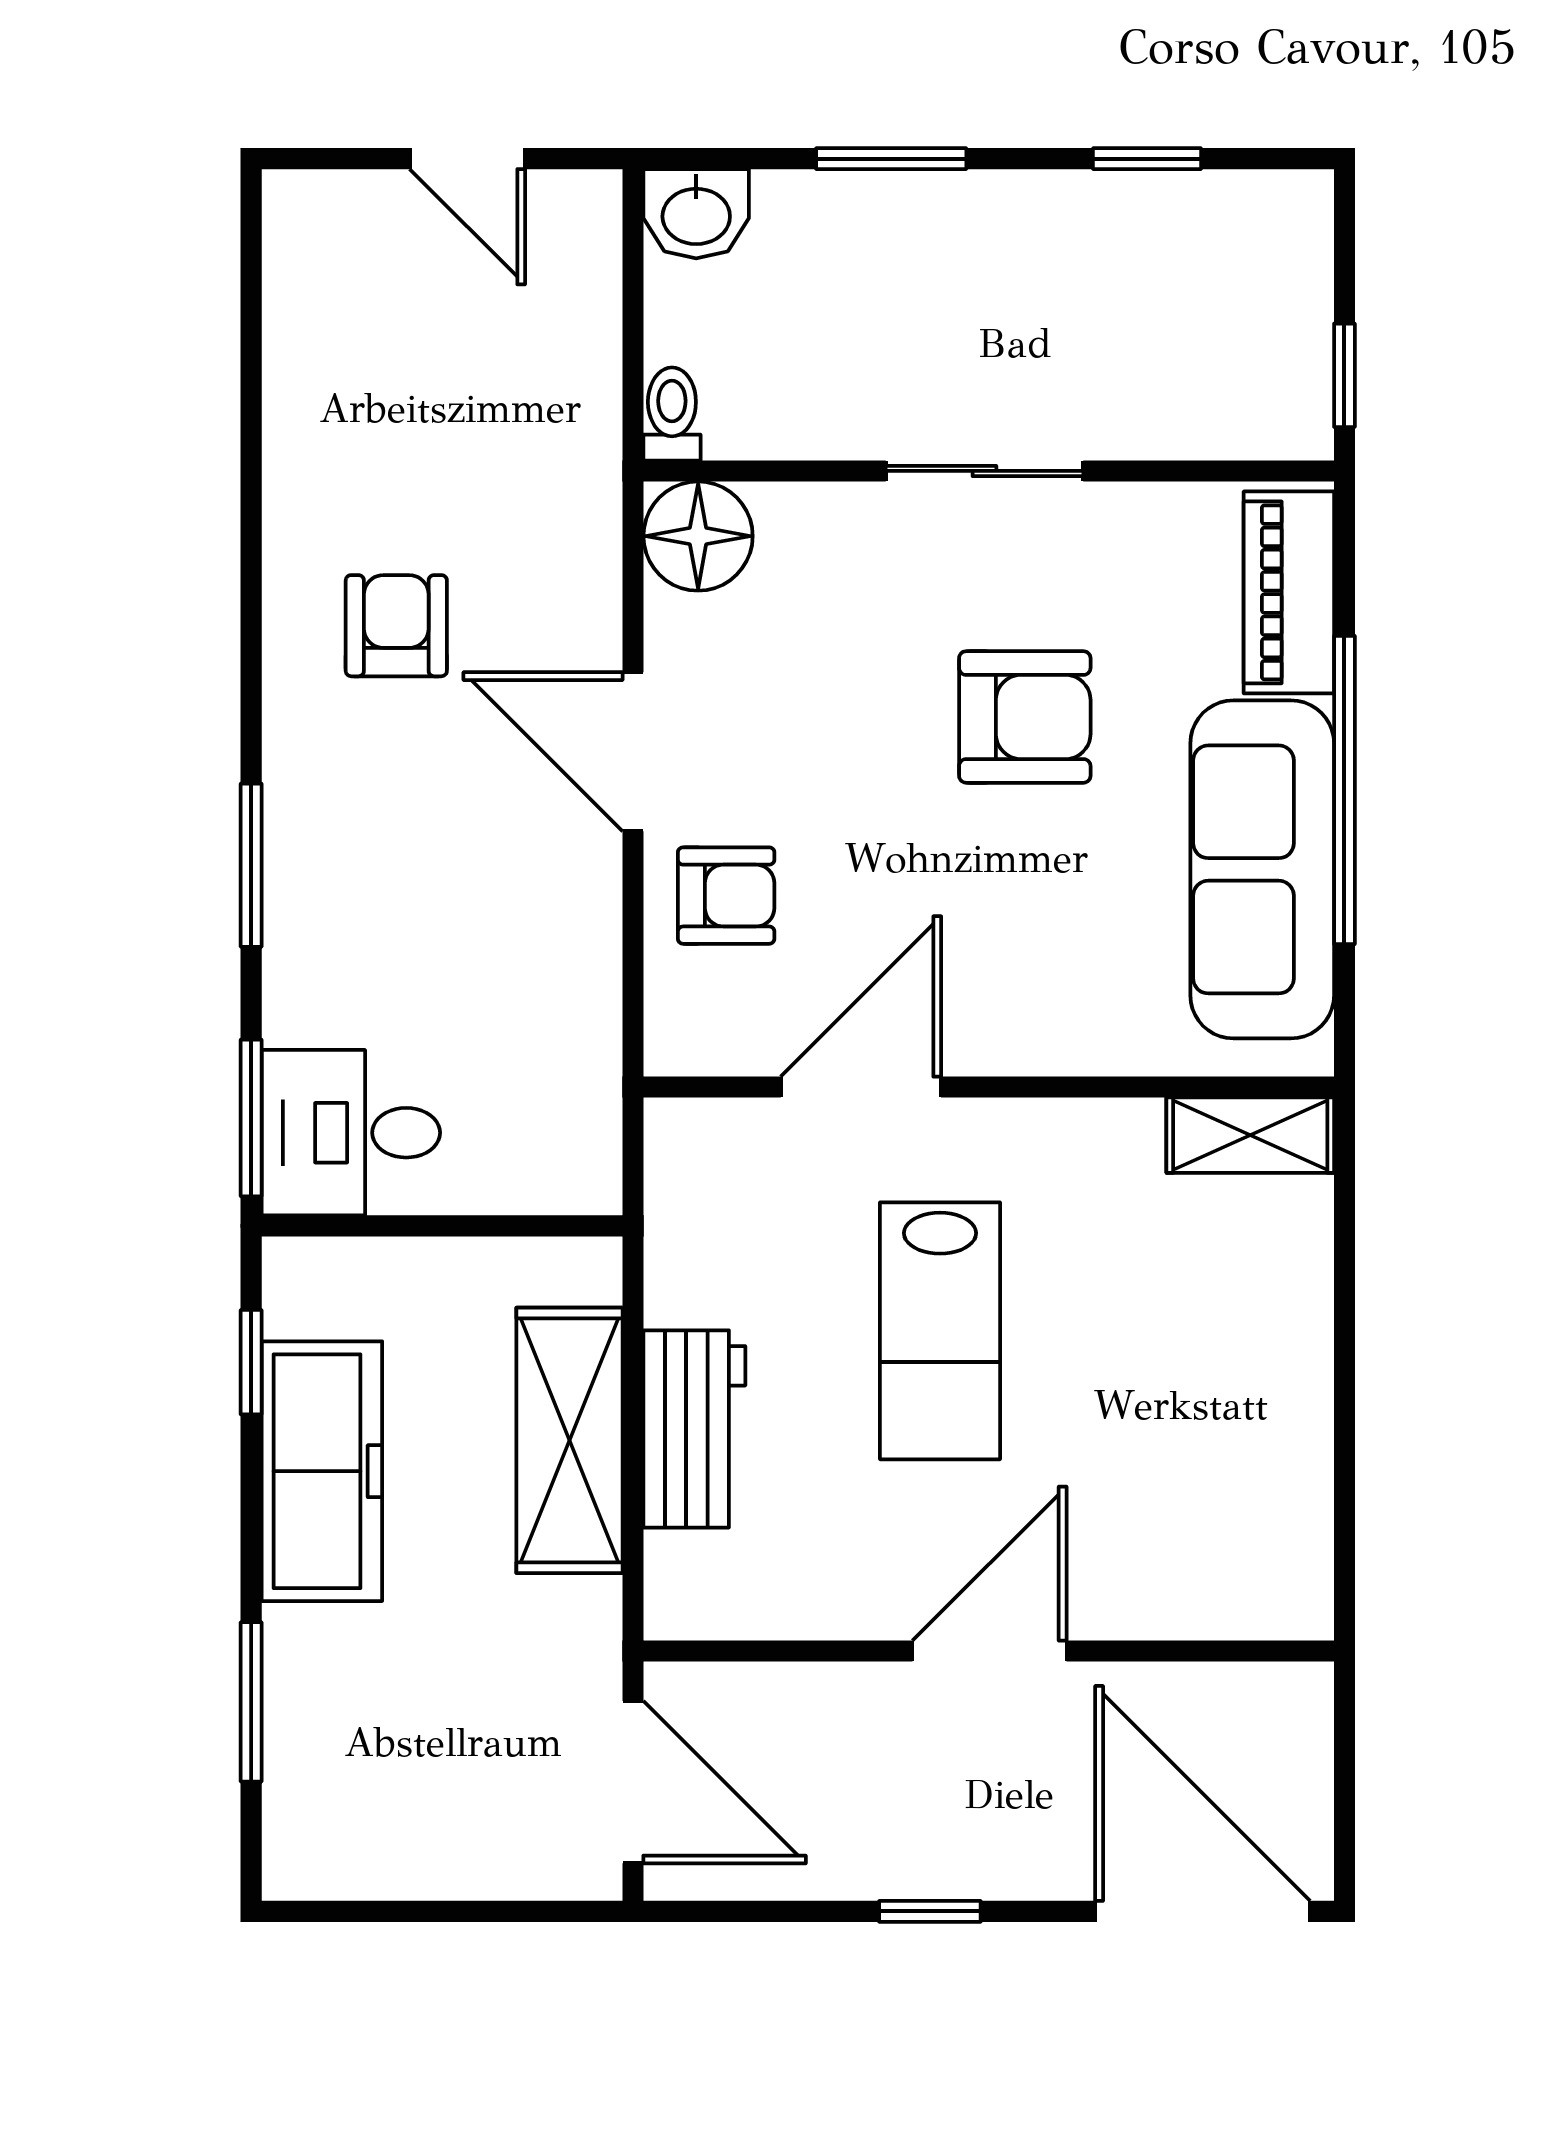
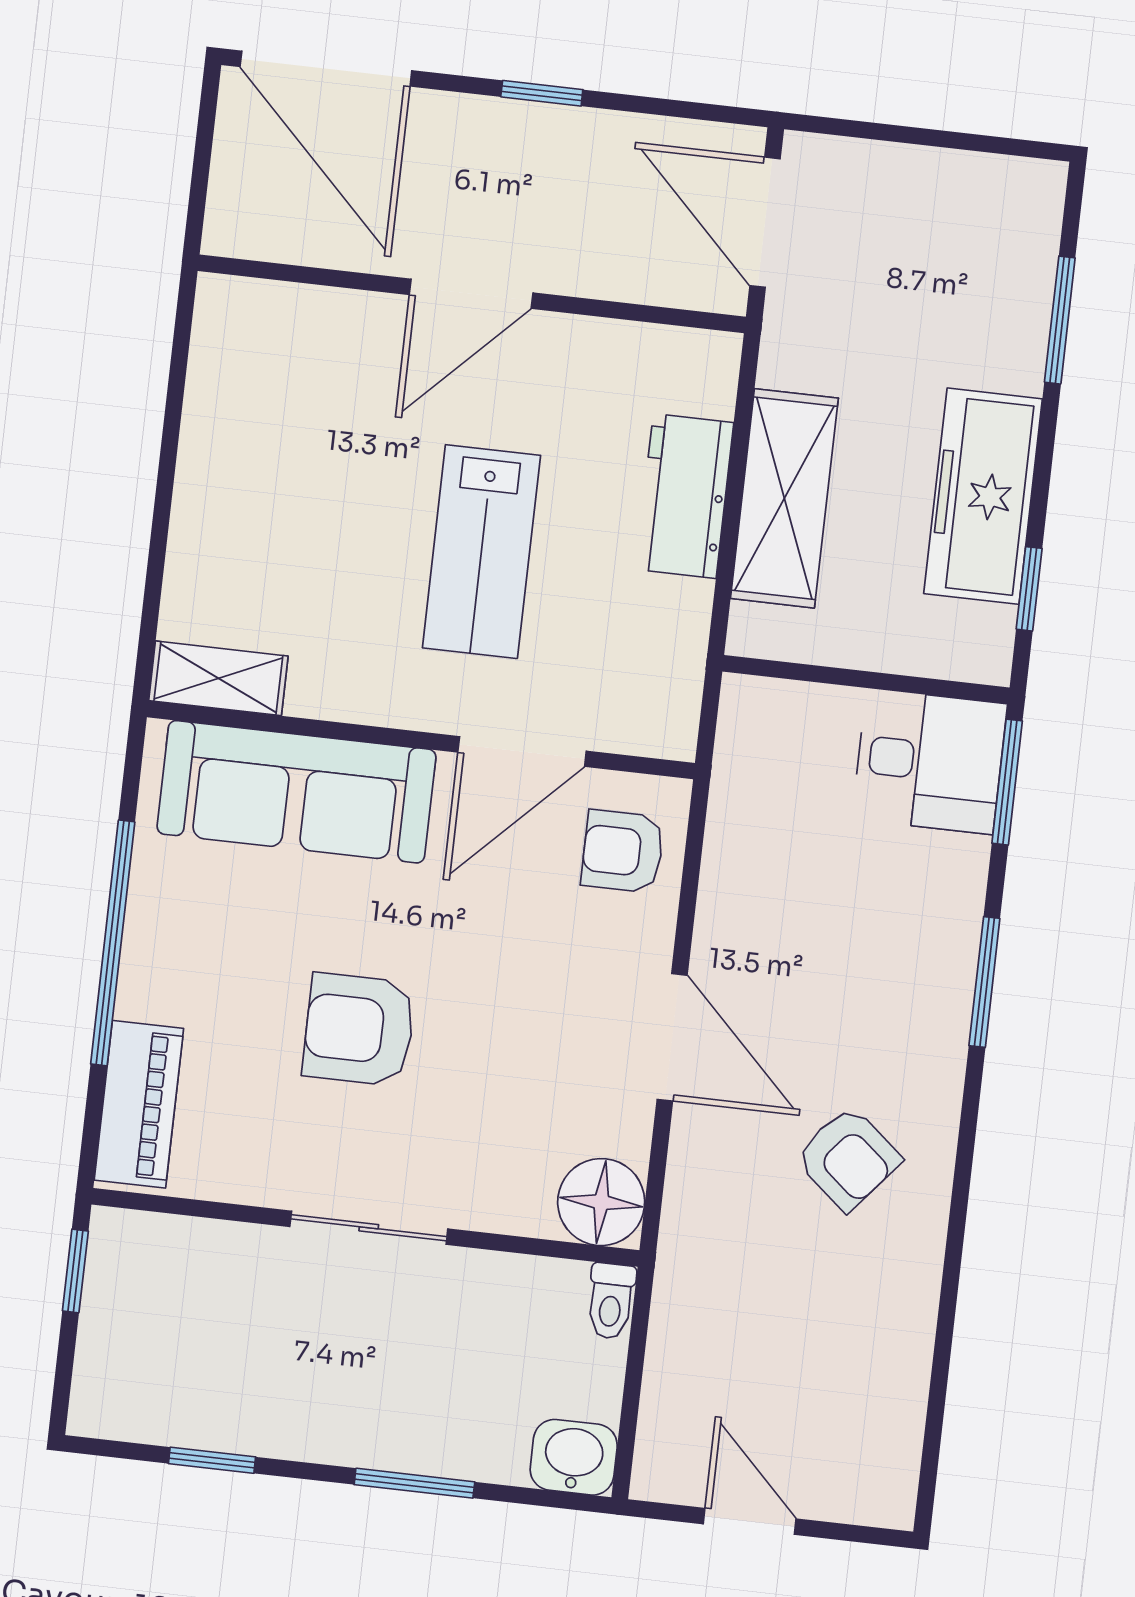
armchair: (396, 626) -> (848, 1158), turned -50
sofa: (1262, 869) -> (296, 792), moved, turned 90
armchair: (726, 896) -> (623, 851), moved
lab bench: (940, 1331) -> (481, 552), turned 180

